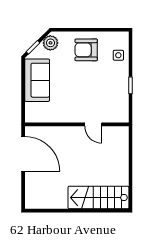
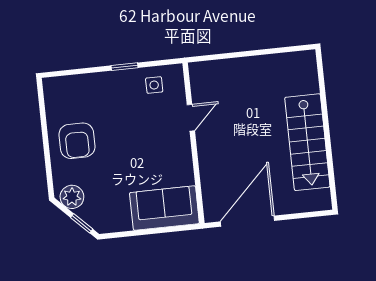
side table: (118, 55) -> (154, 85), moved
sofa: (37, 80) -> (164, 208), moved
stairs: (98, 198) -> (307, 142), moved

